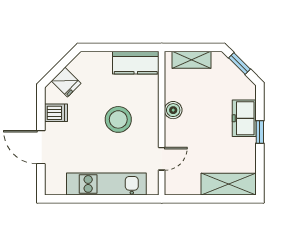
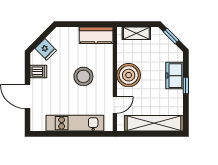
boiler: (173, 110) -> (129, 75), width x1.86, depth x1.86
shelving: (229, 184) -> (154, 123), width x1.47

